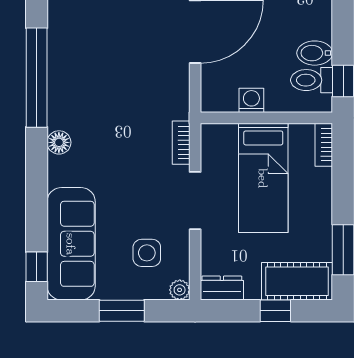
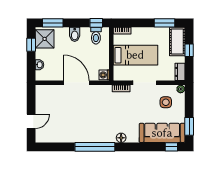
bidet: (315, 53) -> (75, 34), moved
washing machine: (251, 100) -> (104, 75), moved
window: (122, 311) -> (189, 126), moved

